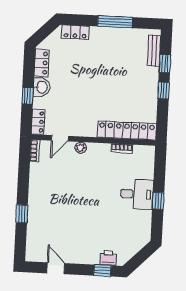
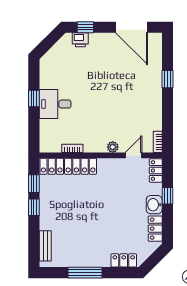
window: (165, 64) -> (34, 184), moved
door: (56, 268) -> (132, 27), width x1.88

